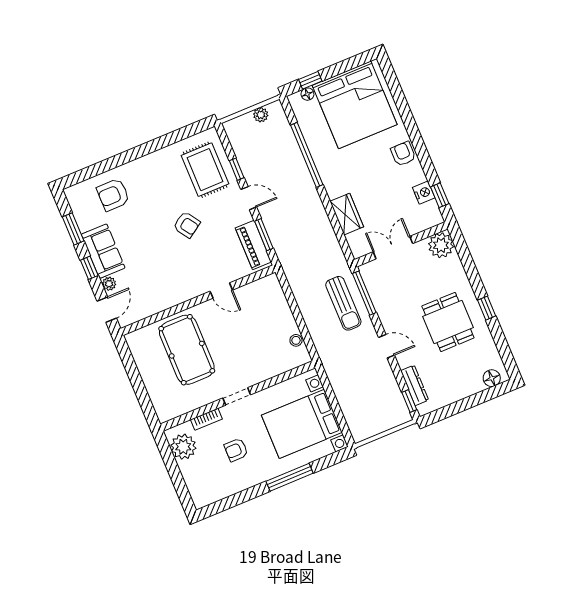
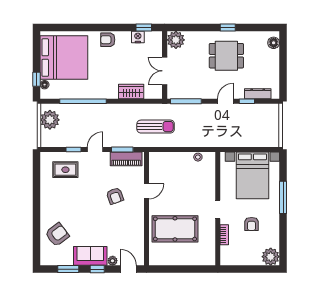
plant: (261, 115) -> (50, 120), width x1.87, depth x1.87
rug: (205, 170) -> (65, 170), width x0.73, depth x0.70
armchair: (113, 195) -> (57, 235), turned -127
armchair: (187, 225) -> (115, 196), moved, turned 104
sun lounger: (343, 303) -> (156, 127), moved
window: (409, 401) -> (247, 101), moved
plant: (183, 447) -> (271, 257), moved

